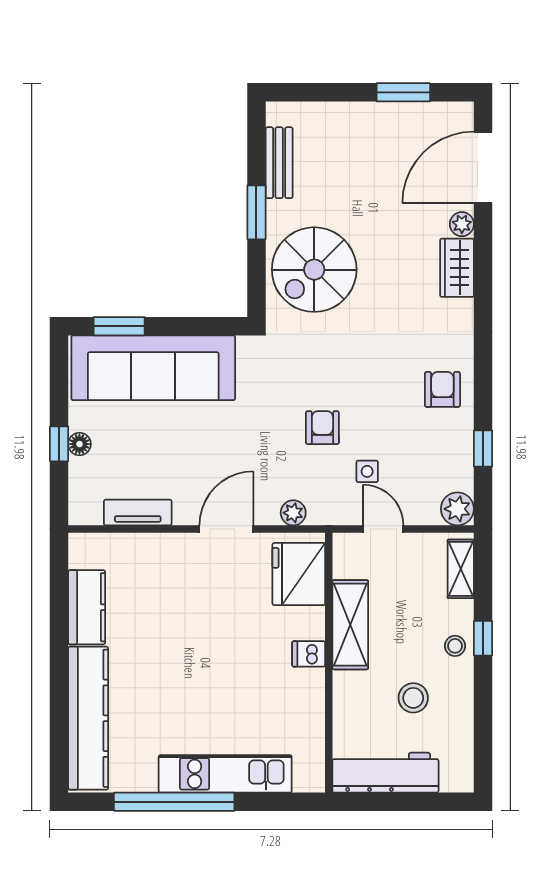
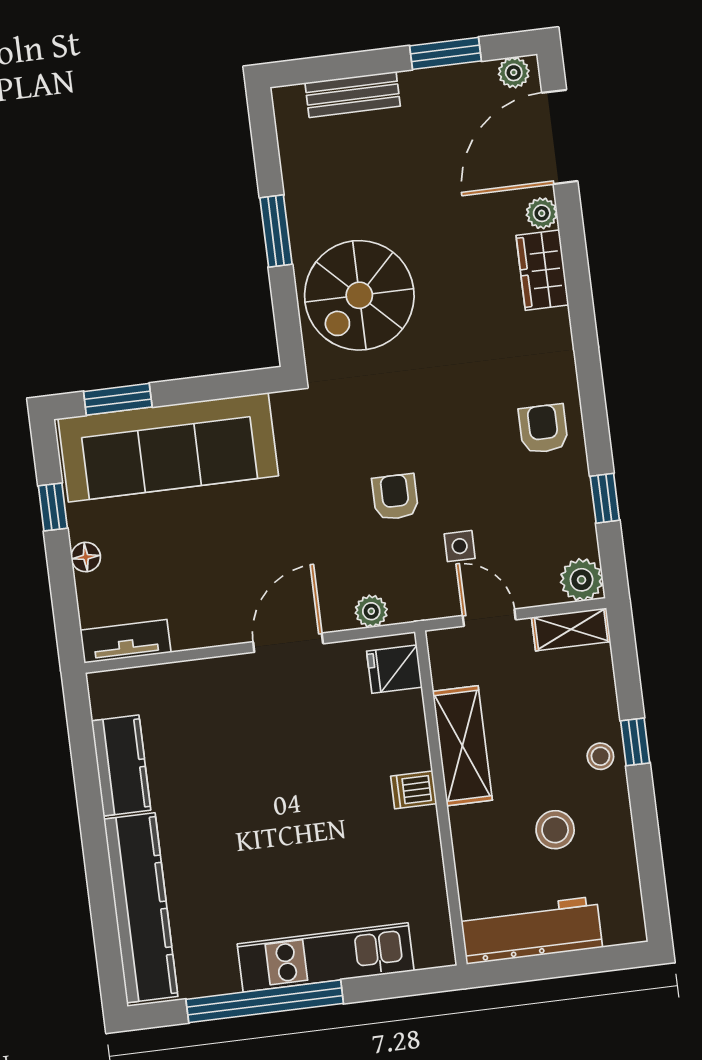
plant: (454, 113) -> (514, 72), added
bench: (279, 163) -> (353, 95), moved, turned 90
window: (59, 444) -> (53, 507), moved
tv unit: (138, 512) -> (126, 641), moved
shelving: (461, 569) -> (571, 629), moved, turned 90
fridge: (299, 574) -> (394, 669), width x0.53, depth x0.75

